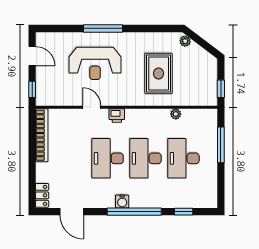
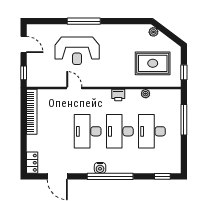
rug: (159, 73) -> (153, 63), moved, turned 90
printer: (117, 116) -> (118, 95), moved
window: (184, 212) -> (162, 176), moved

